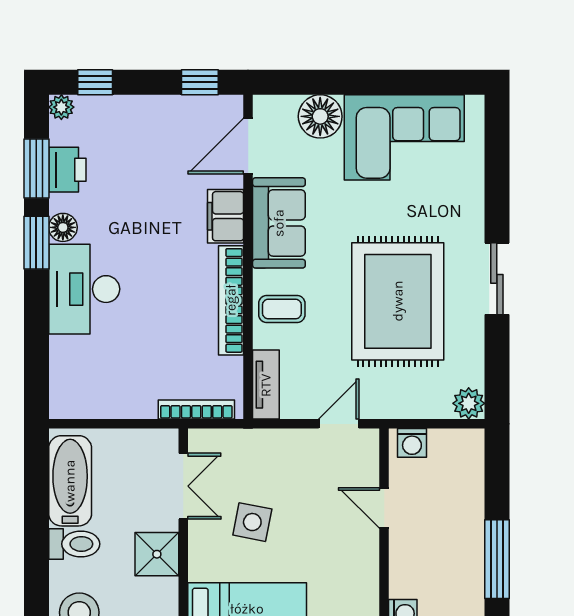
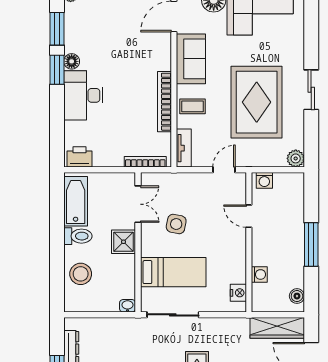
printer: (67, 170) -> (79, 157), moved, turned -90
filing cabinet: (226, 216) -> (161, 55), removed

